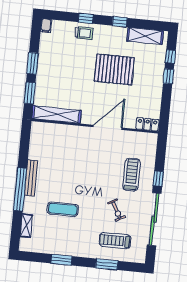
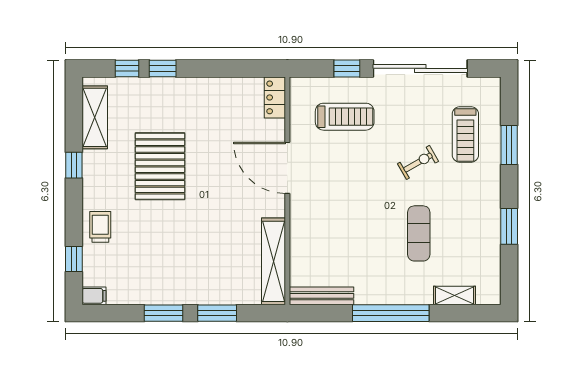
window: (86, 18) -> (74, 259), moved
shelving: (57, 114) -> (273, 261), moved
locker: (147, 124) -> (275, 97), moved
wall: (95, 126) -> (287, 191), moved
door: (108, 127) -> (287, 168), moved
treadmill: (132, 175) -> (345, 117), turned 180
bench: (31, 178) -> (322, 296), moved
exercise bike: (116, 210) -> (418, 162), moved

